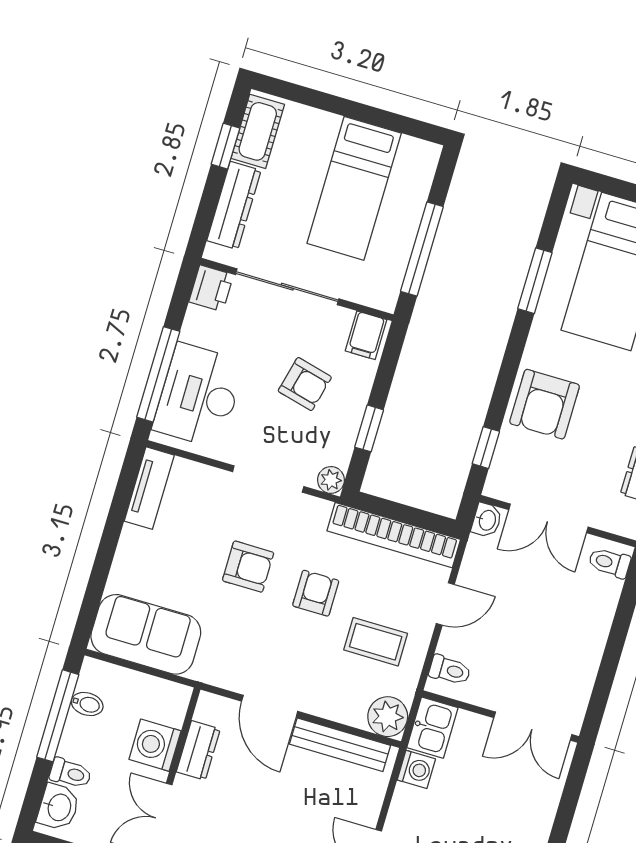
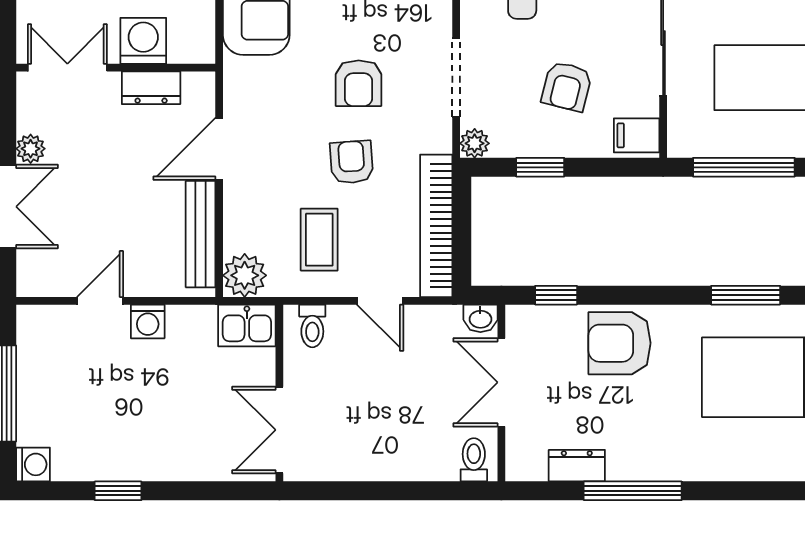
armchair: (316, 593) -> (352, 162), turned -94
washing machine: (416, 769) -> (148, 321), moved

